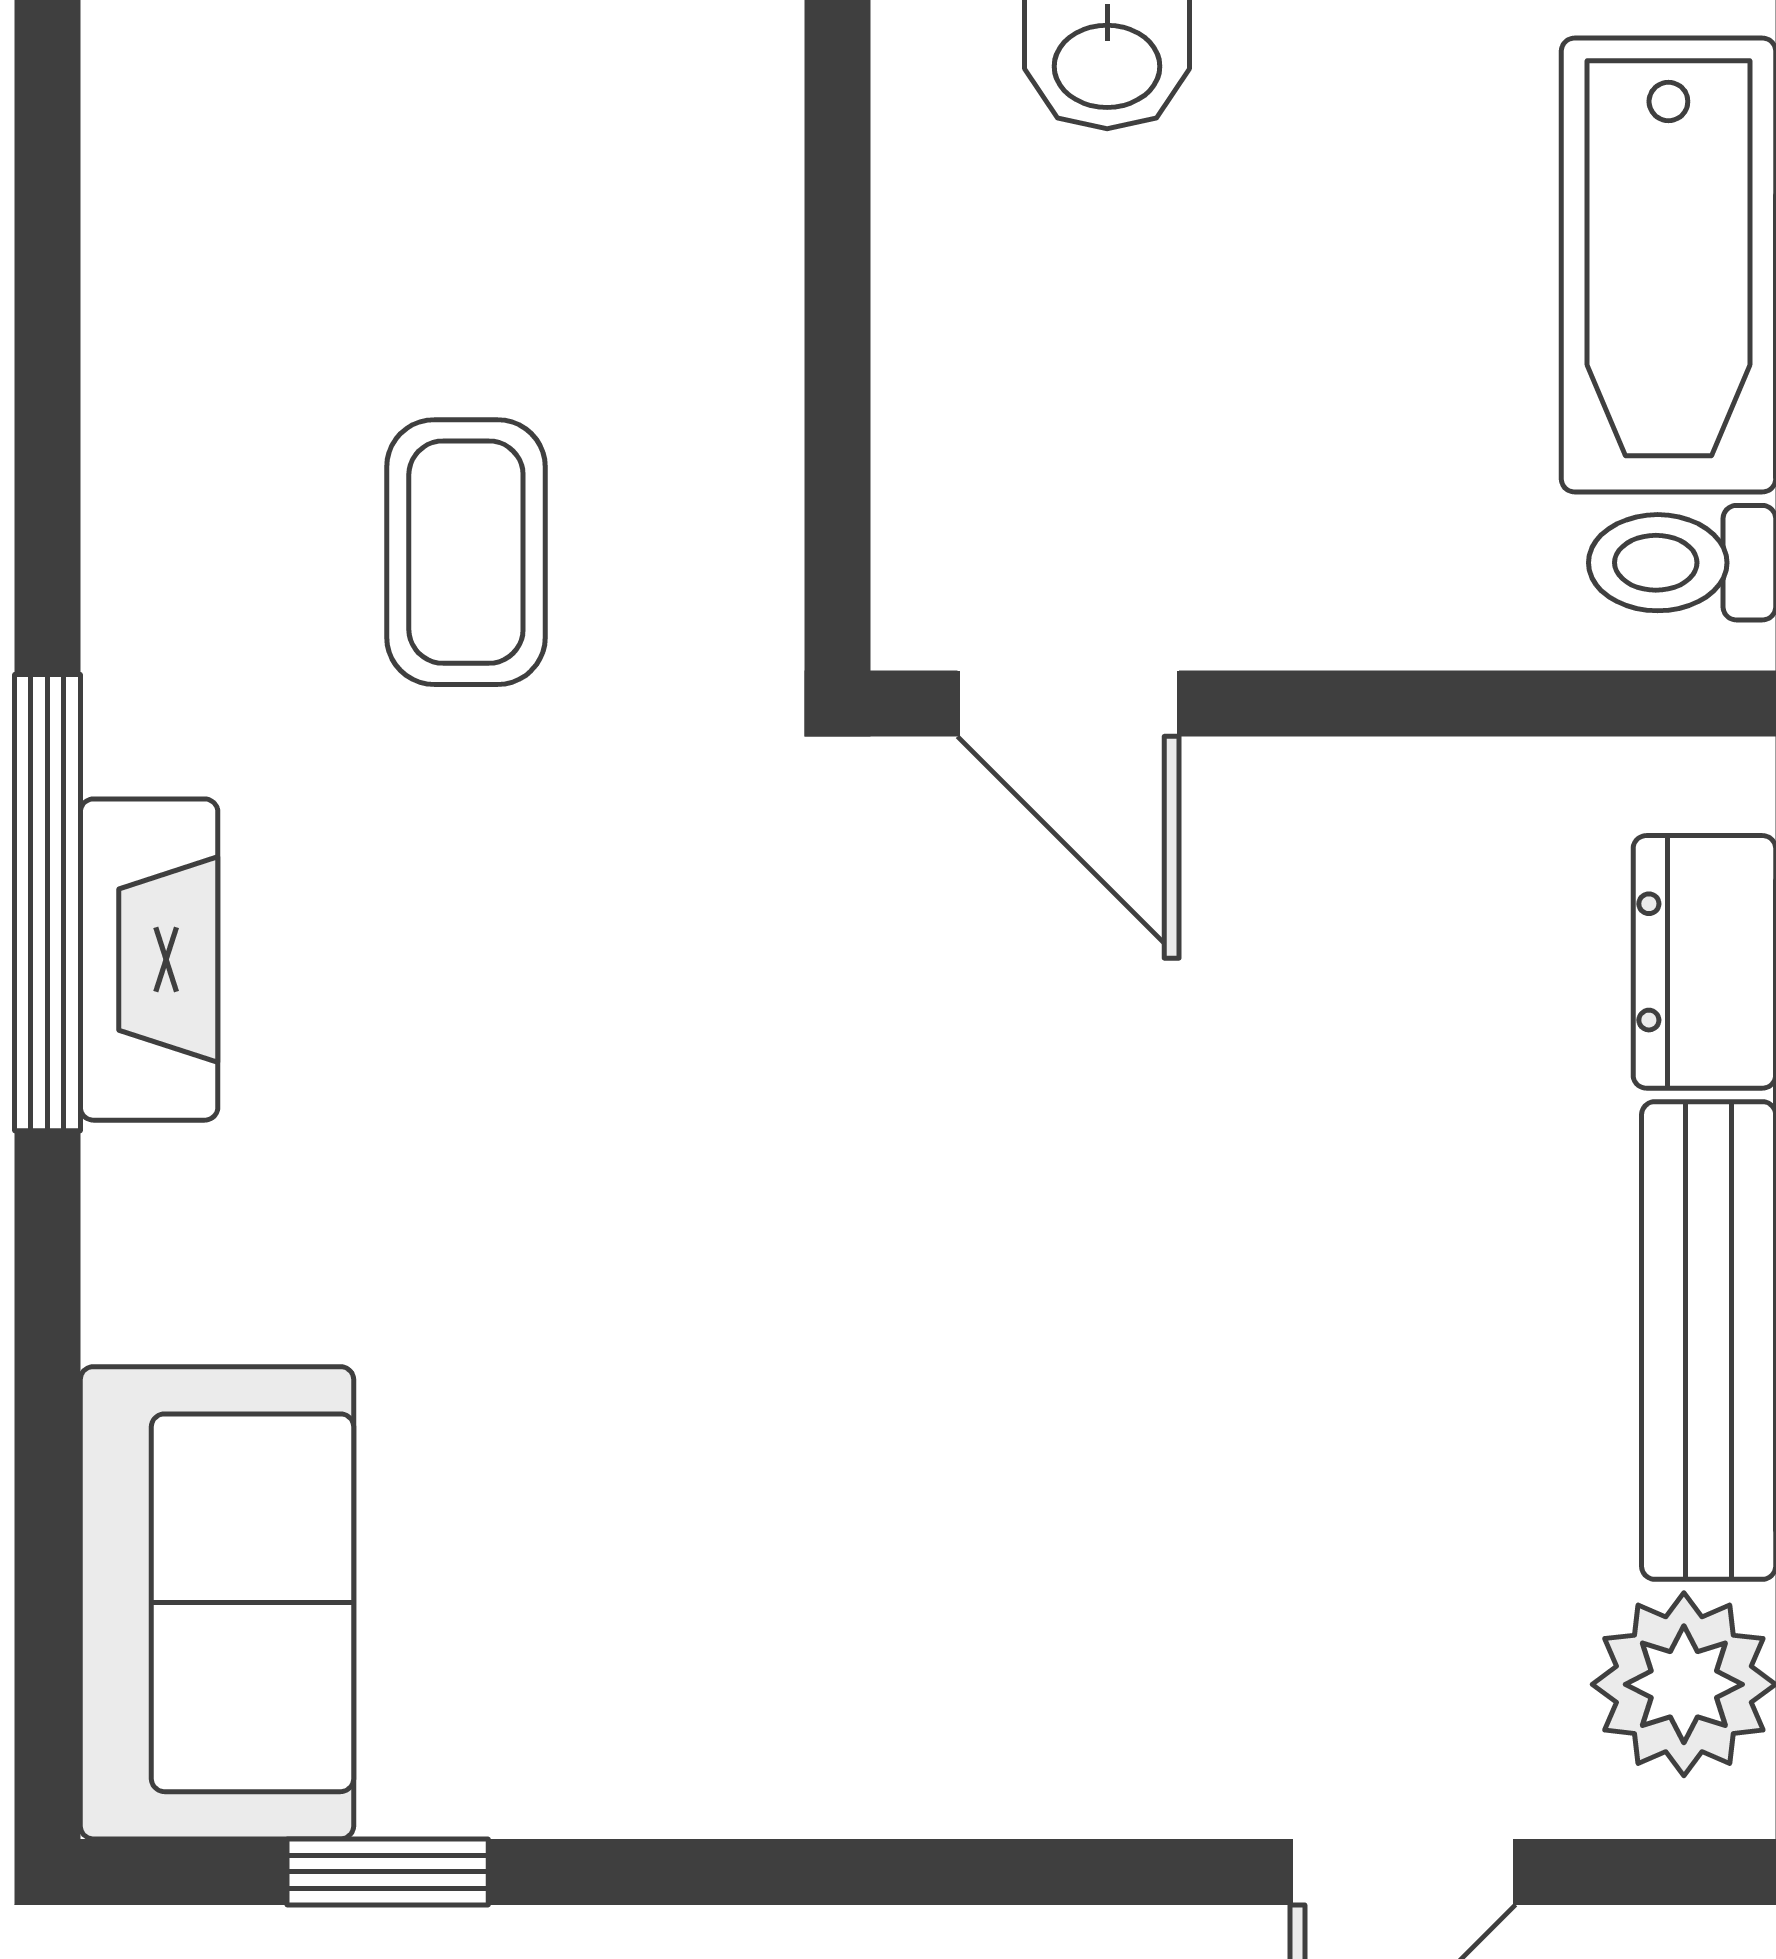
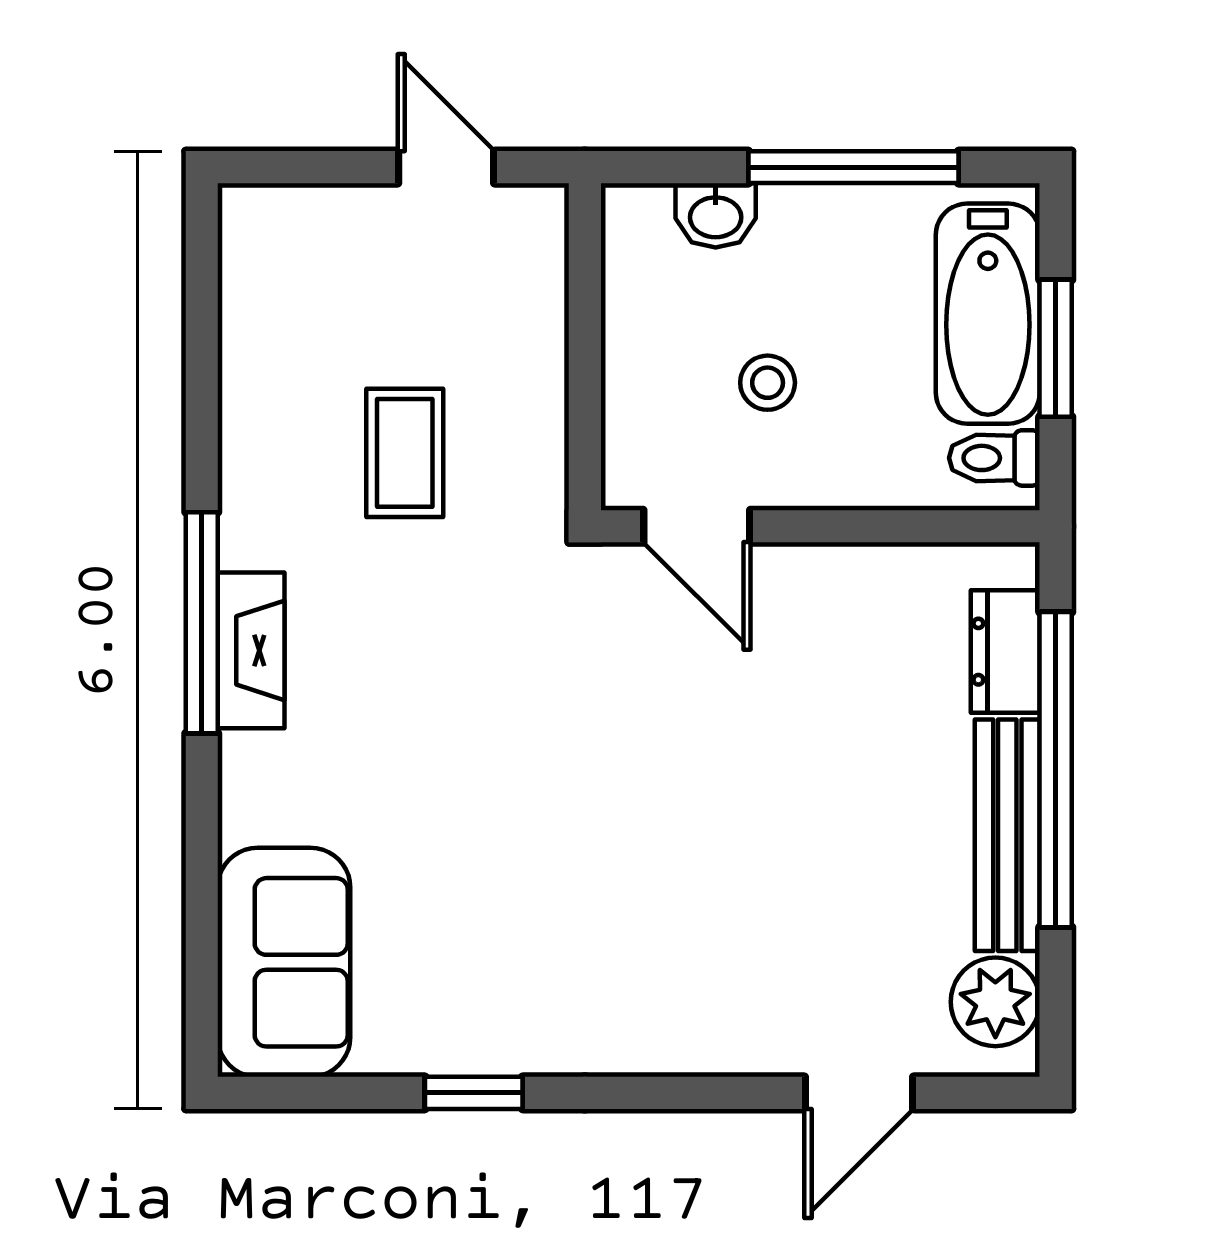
stool: (1214, 407) -> (768, 383), added
window: (388, 1872) -> (474, 1093), moved

